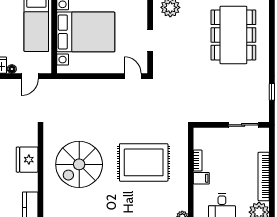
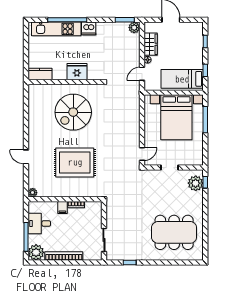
door: (30, 76) -> (142, 74), hinge flipped
rug: (144, 162) -> (75, 162), turned 90
spiral stairs: (79, 164) -> (73, 112), turned -90

